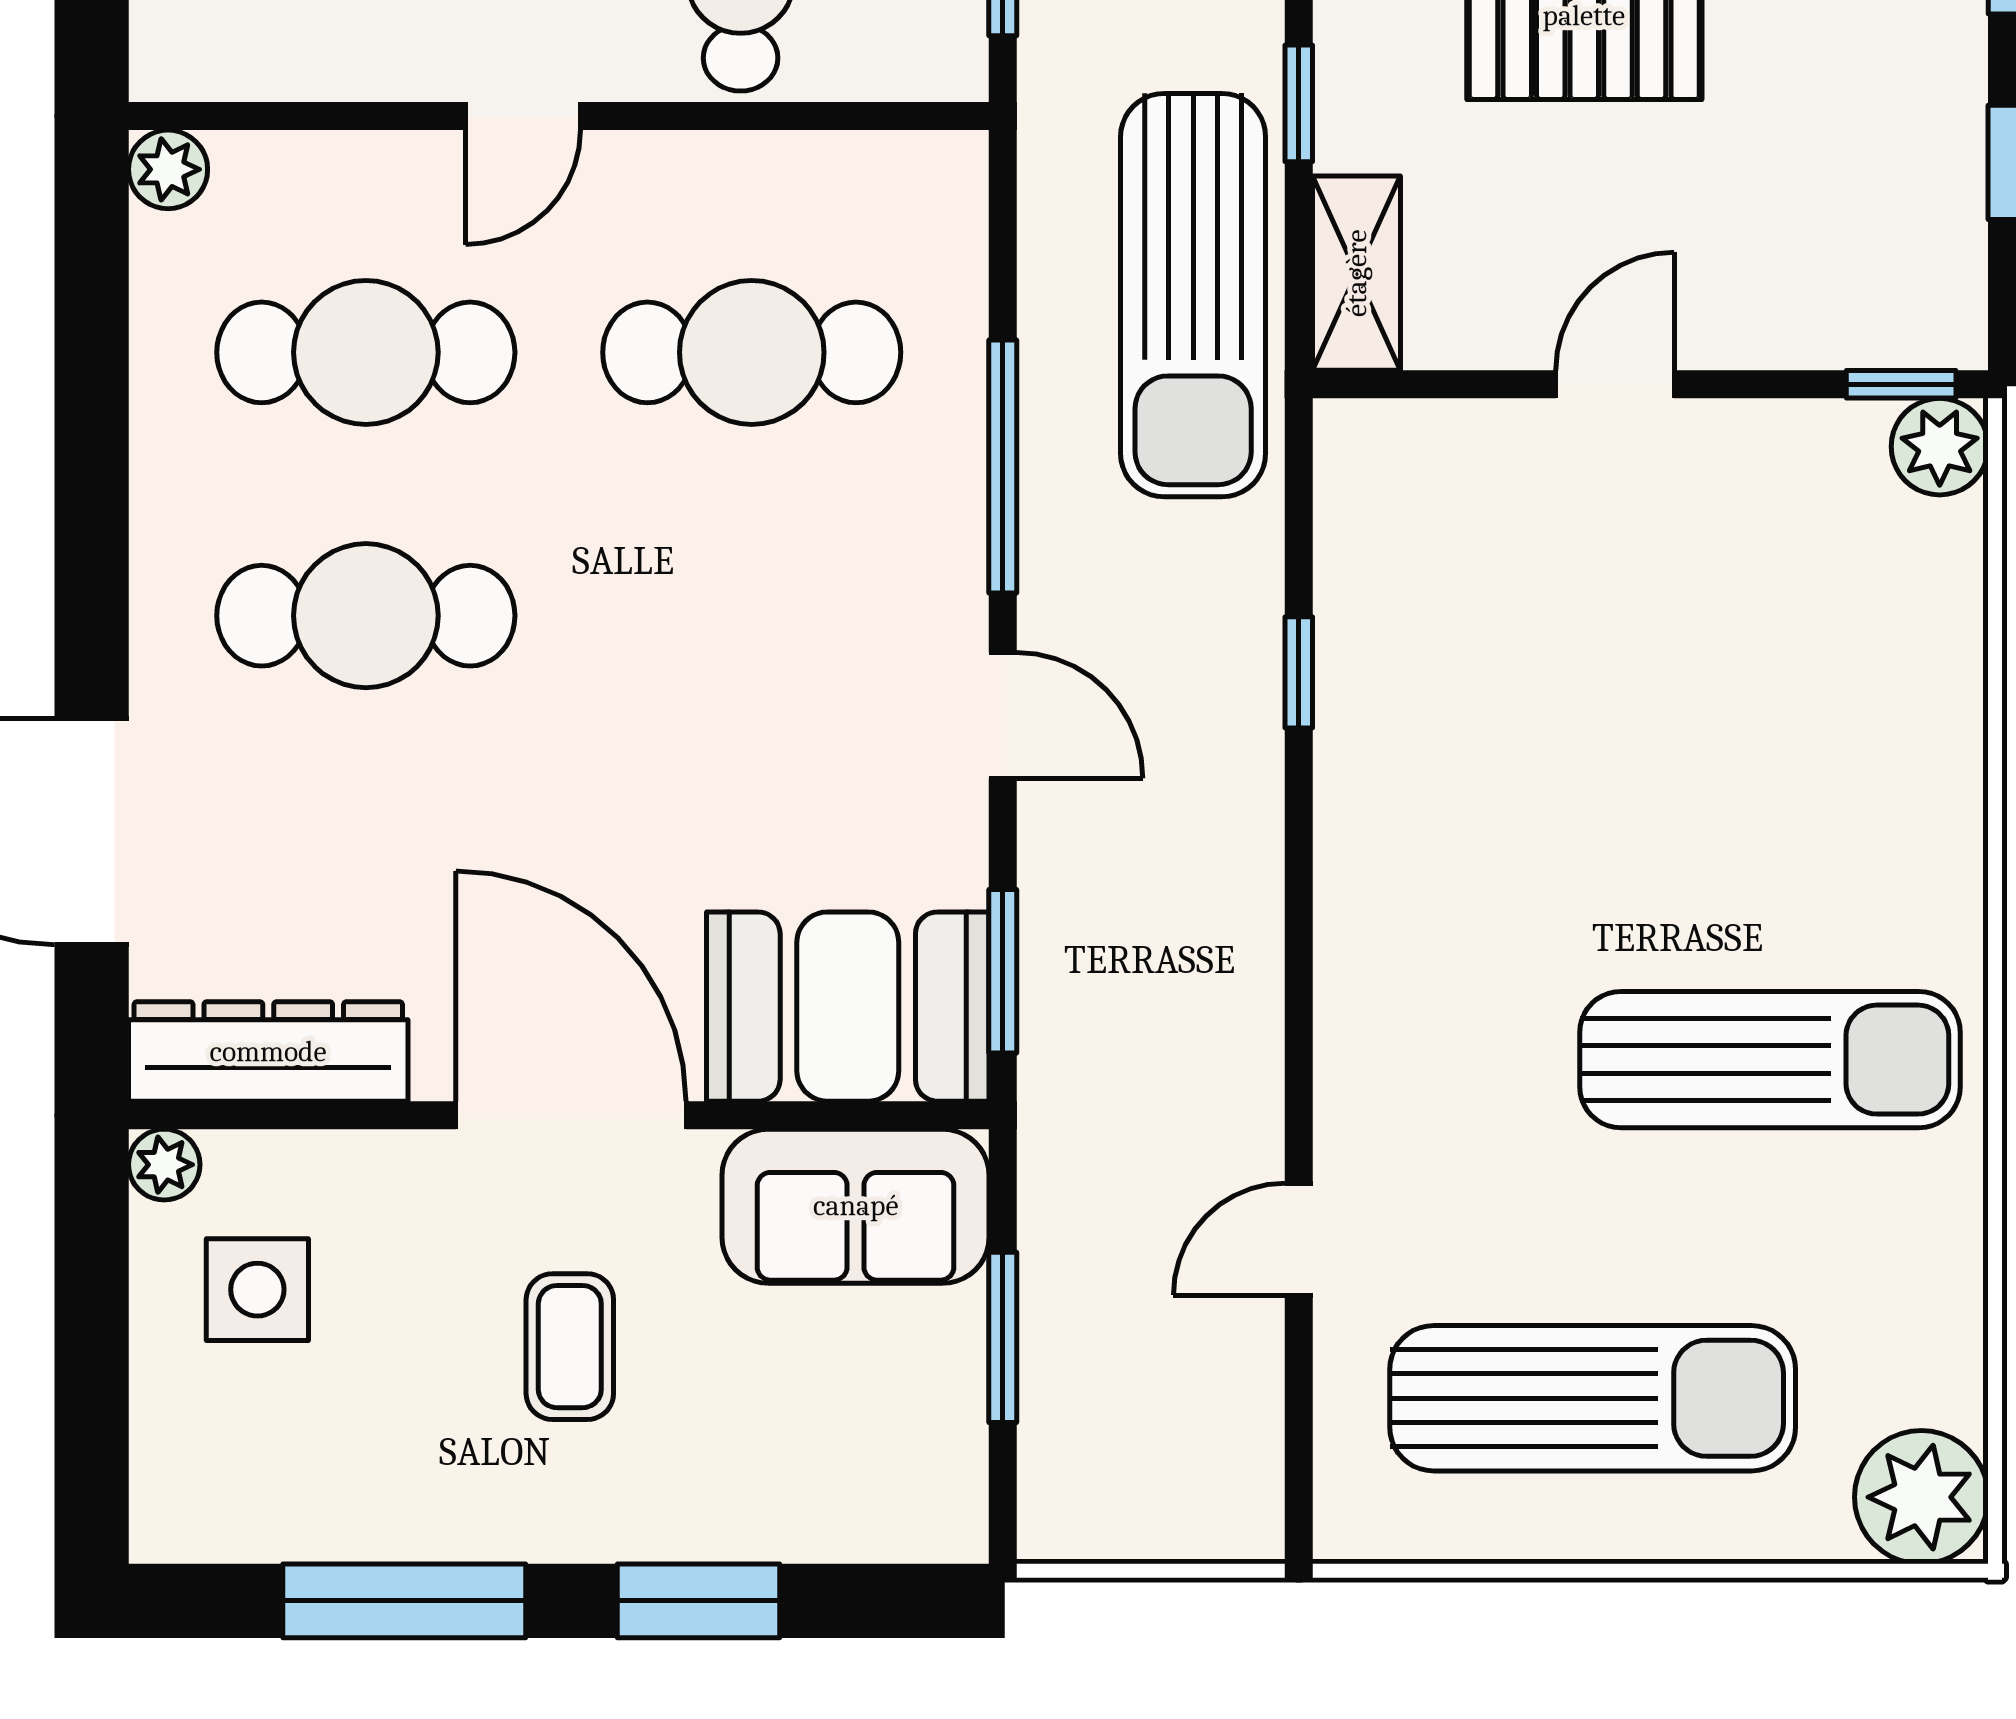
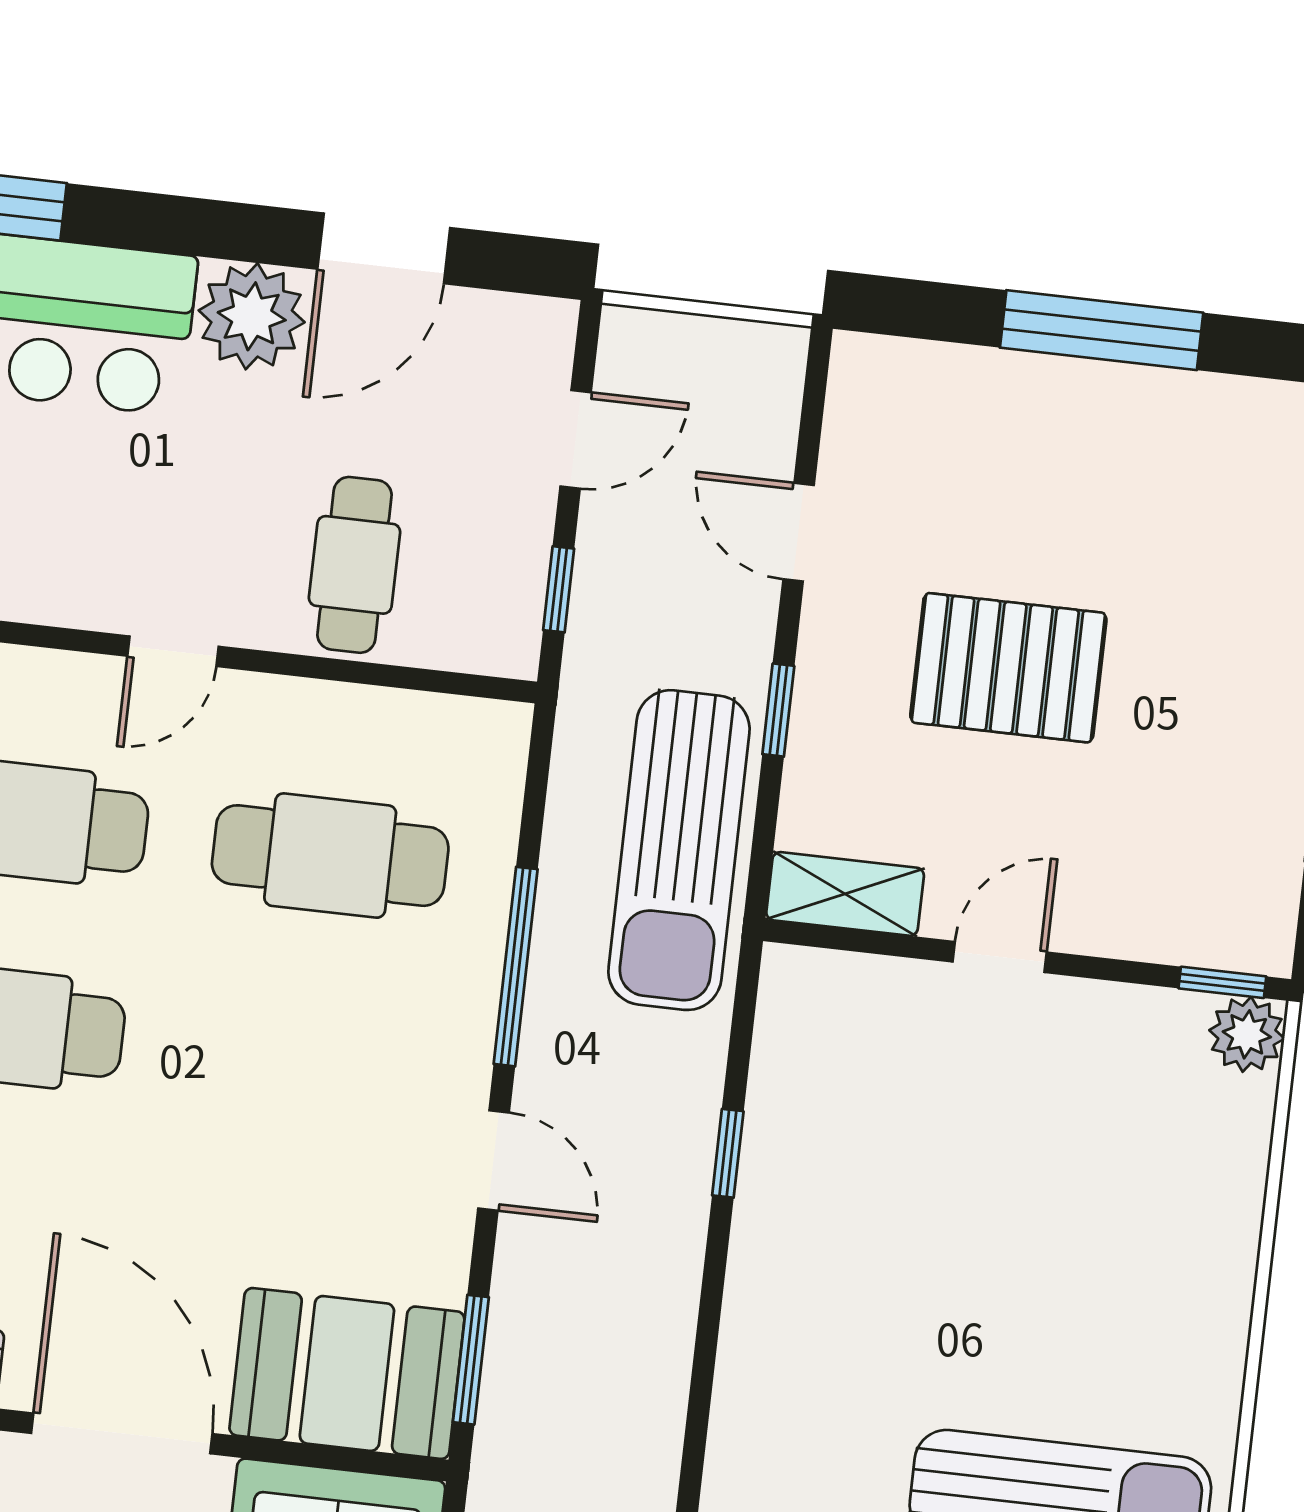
shelving: (1357, 273) -> (845, 894), moved, turned 90

